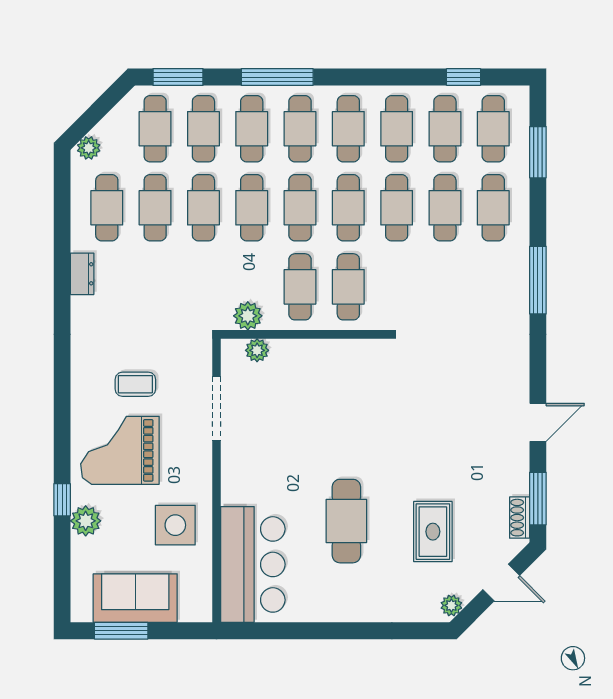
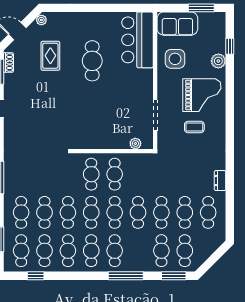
cafe table: (252, 129) -> (138, 251), removed
plant: (89, 148) -> (217, 241), removed
plant: (248, 316) -> (140, 160), removed
window: (62, 500) -> (230, 46), moved
sofa: (135, 598) -> (177, 24), moved

